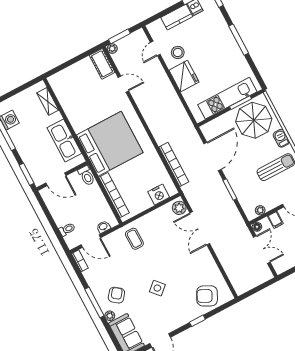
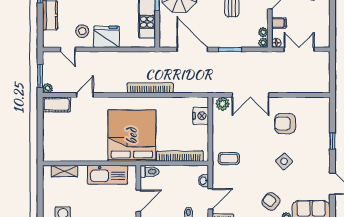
bookcase: (174, 164) -> (150, 88), moved
plant: (251, 215) -> (263, 43), added
armchair: (207, 296) -> (285, 124), moved, turned 63

